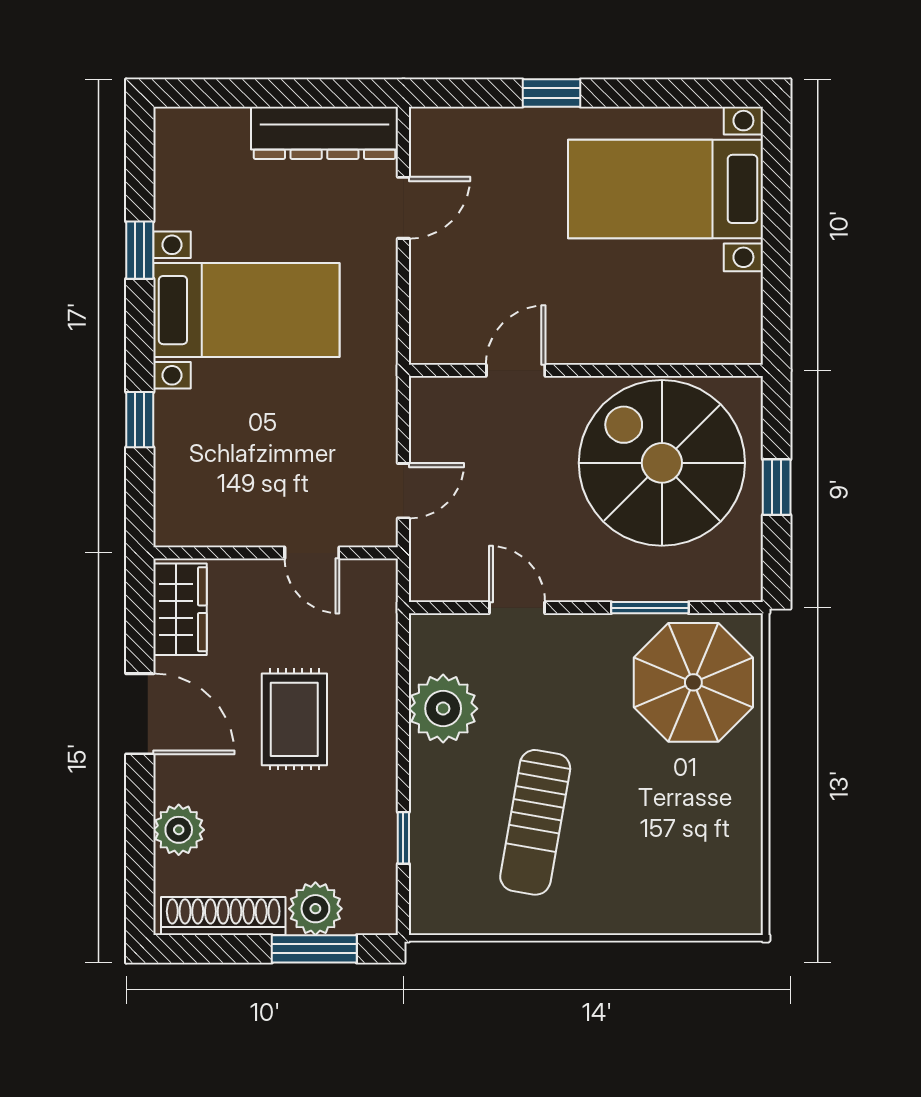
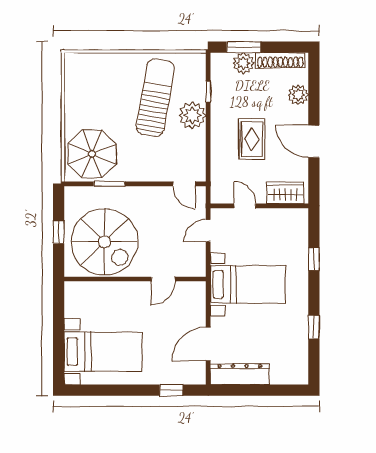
window: (551, 93) -> (171, 390), moved
door: (403, 208) -> (208, 344), width x1.38
bed with nightstands: (246, 310) -> (248, 284), moved, turned 180
door: (517, 608) -> (184, 184), moved
wardrobe: (180, 609) -> (285, 193), moved, turned 90
plant: (443, 709) -> (192, 115), moved
sun lounger: (535, 822) -> (155, 98), width x1.36, depth x1.34

